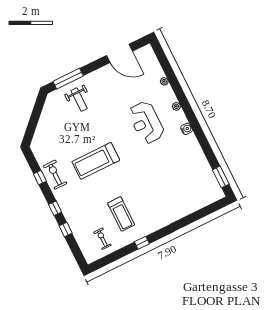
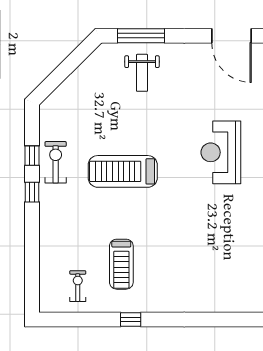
window: (55, 208) -> (32, 192), moved
window: (66, 230) -> (32, 247), removed

